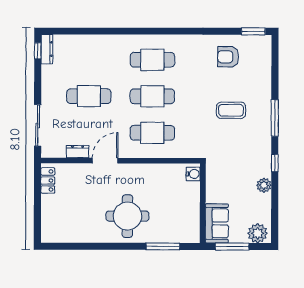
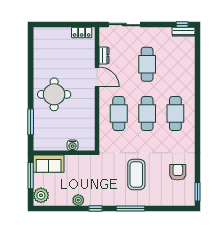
coffee table: (231, 110) -> (136, 175), width x1.36, depth x1.32
water cooler: (193, 174) -> (73, 145), moved

